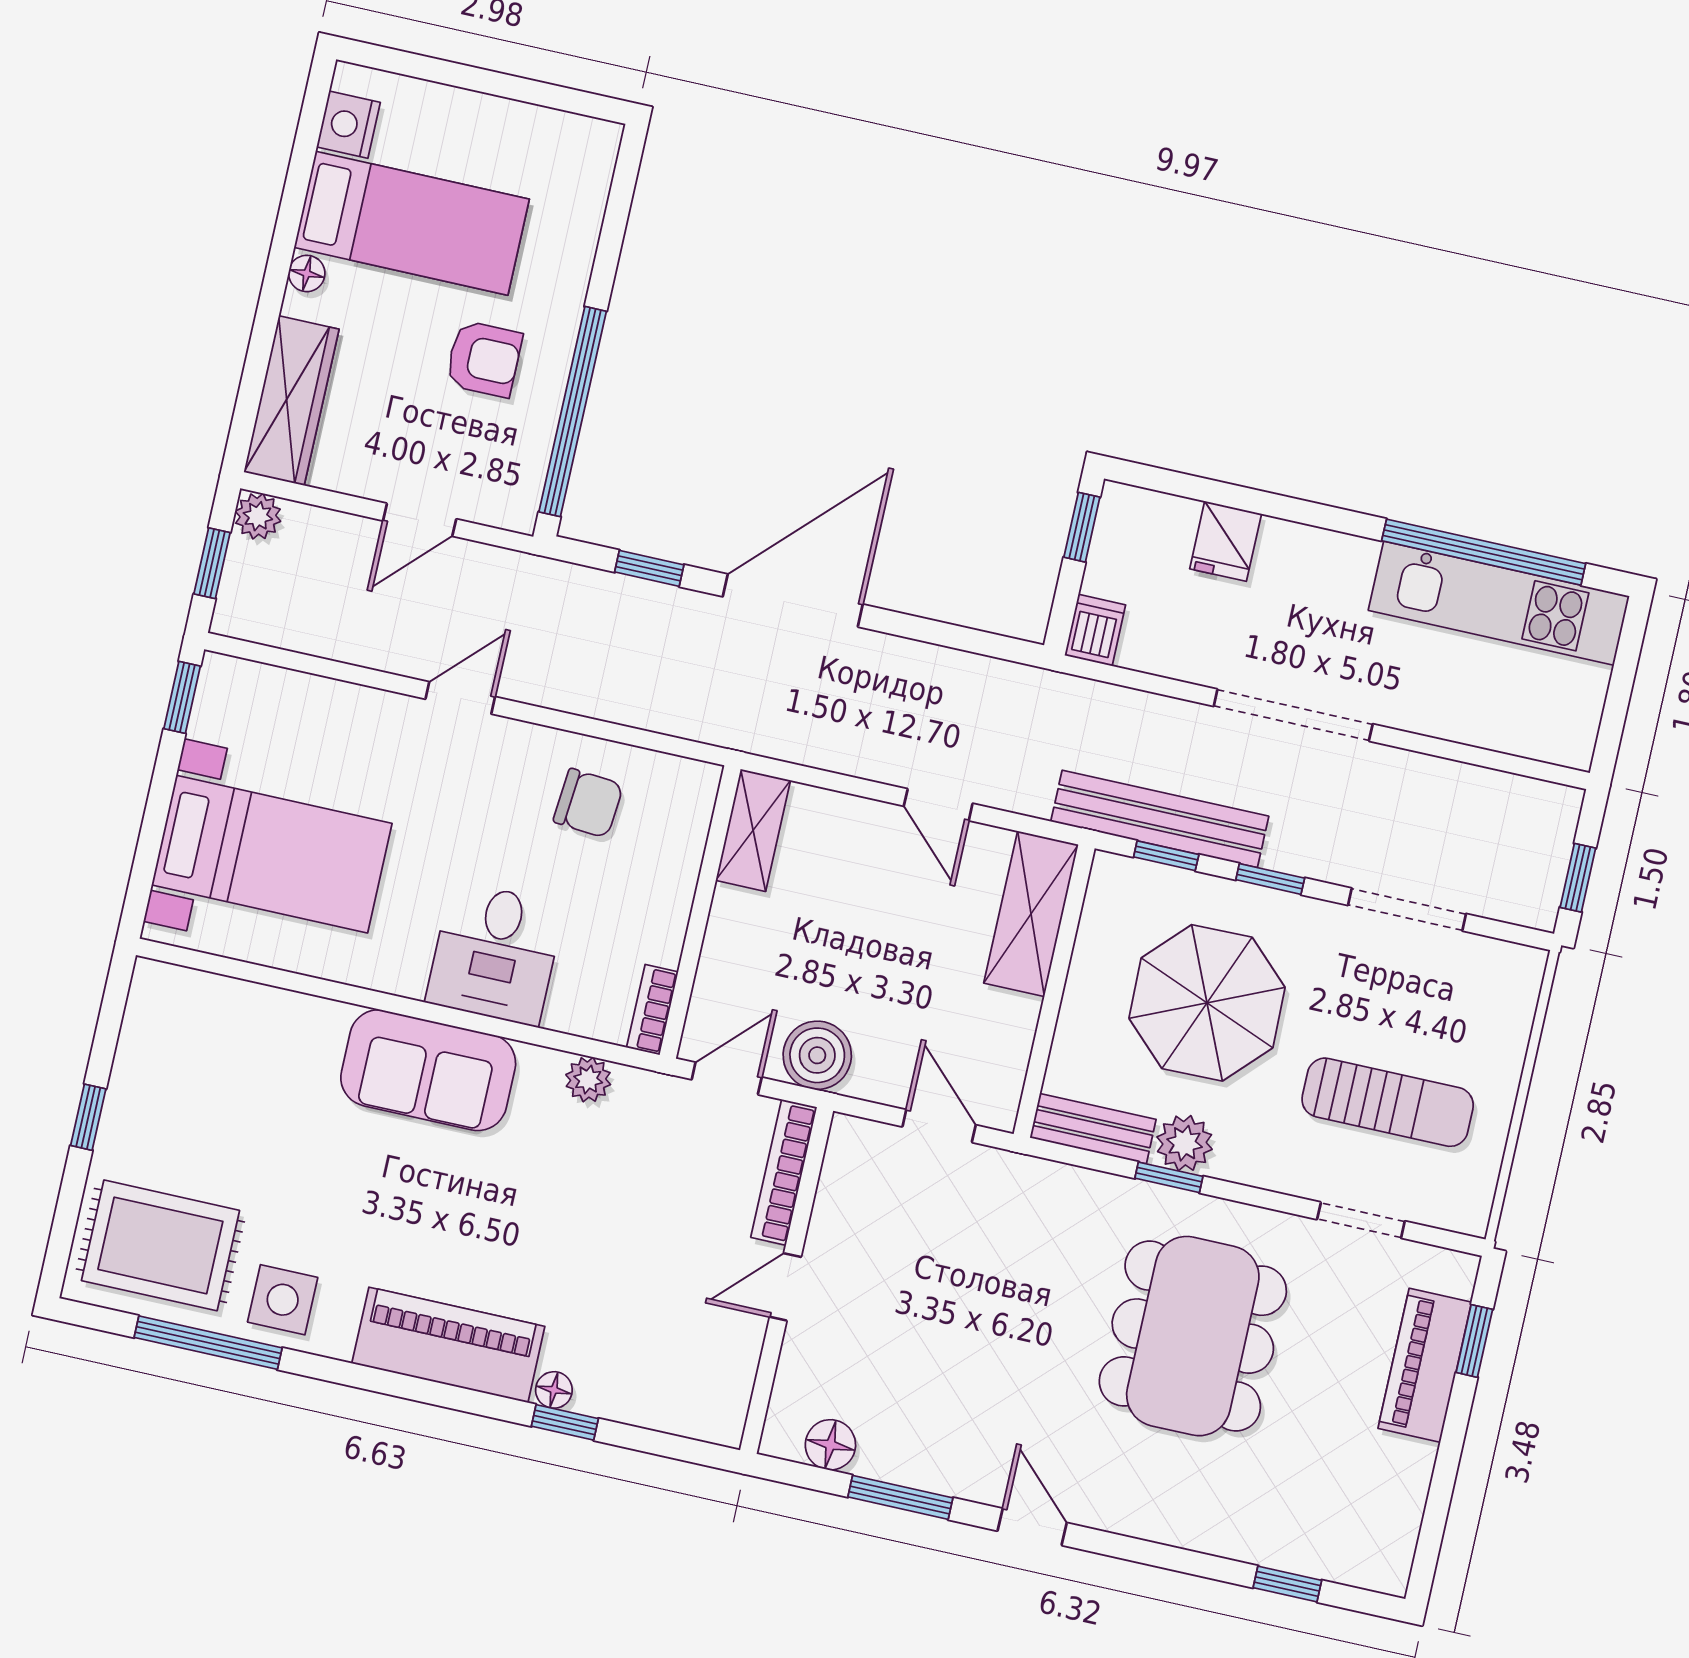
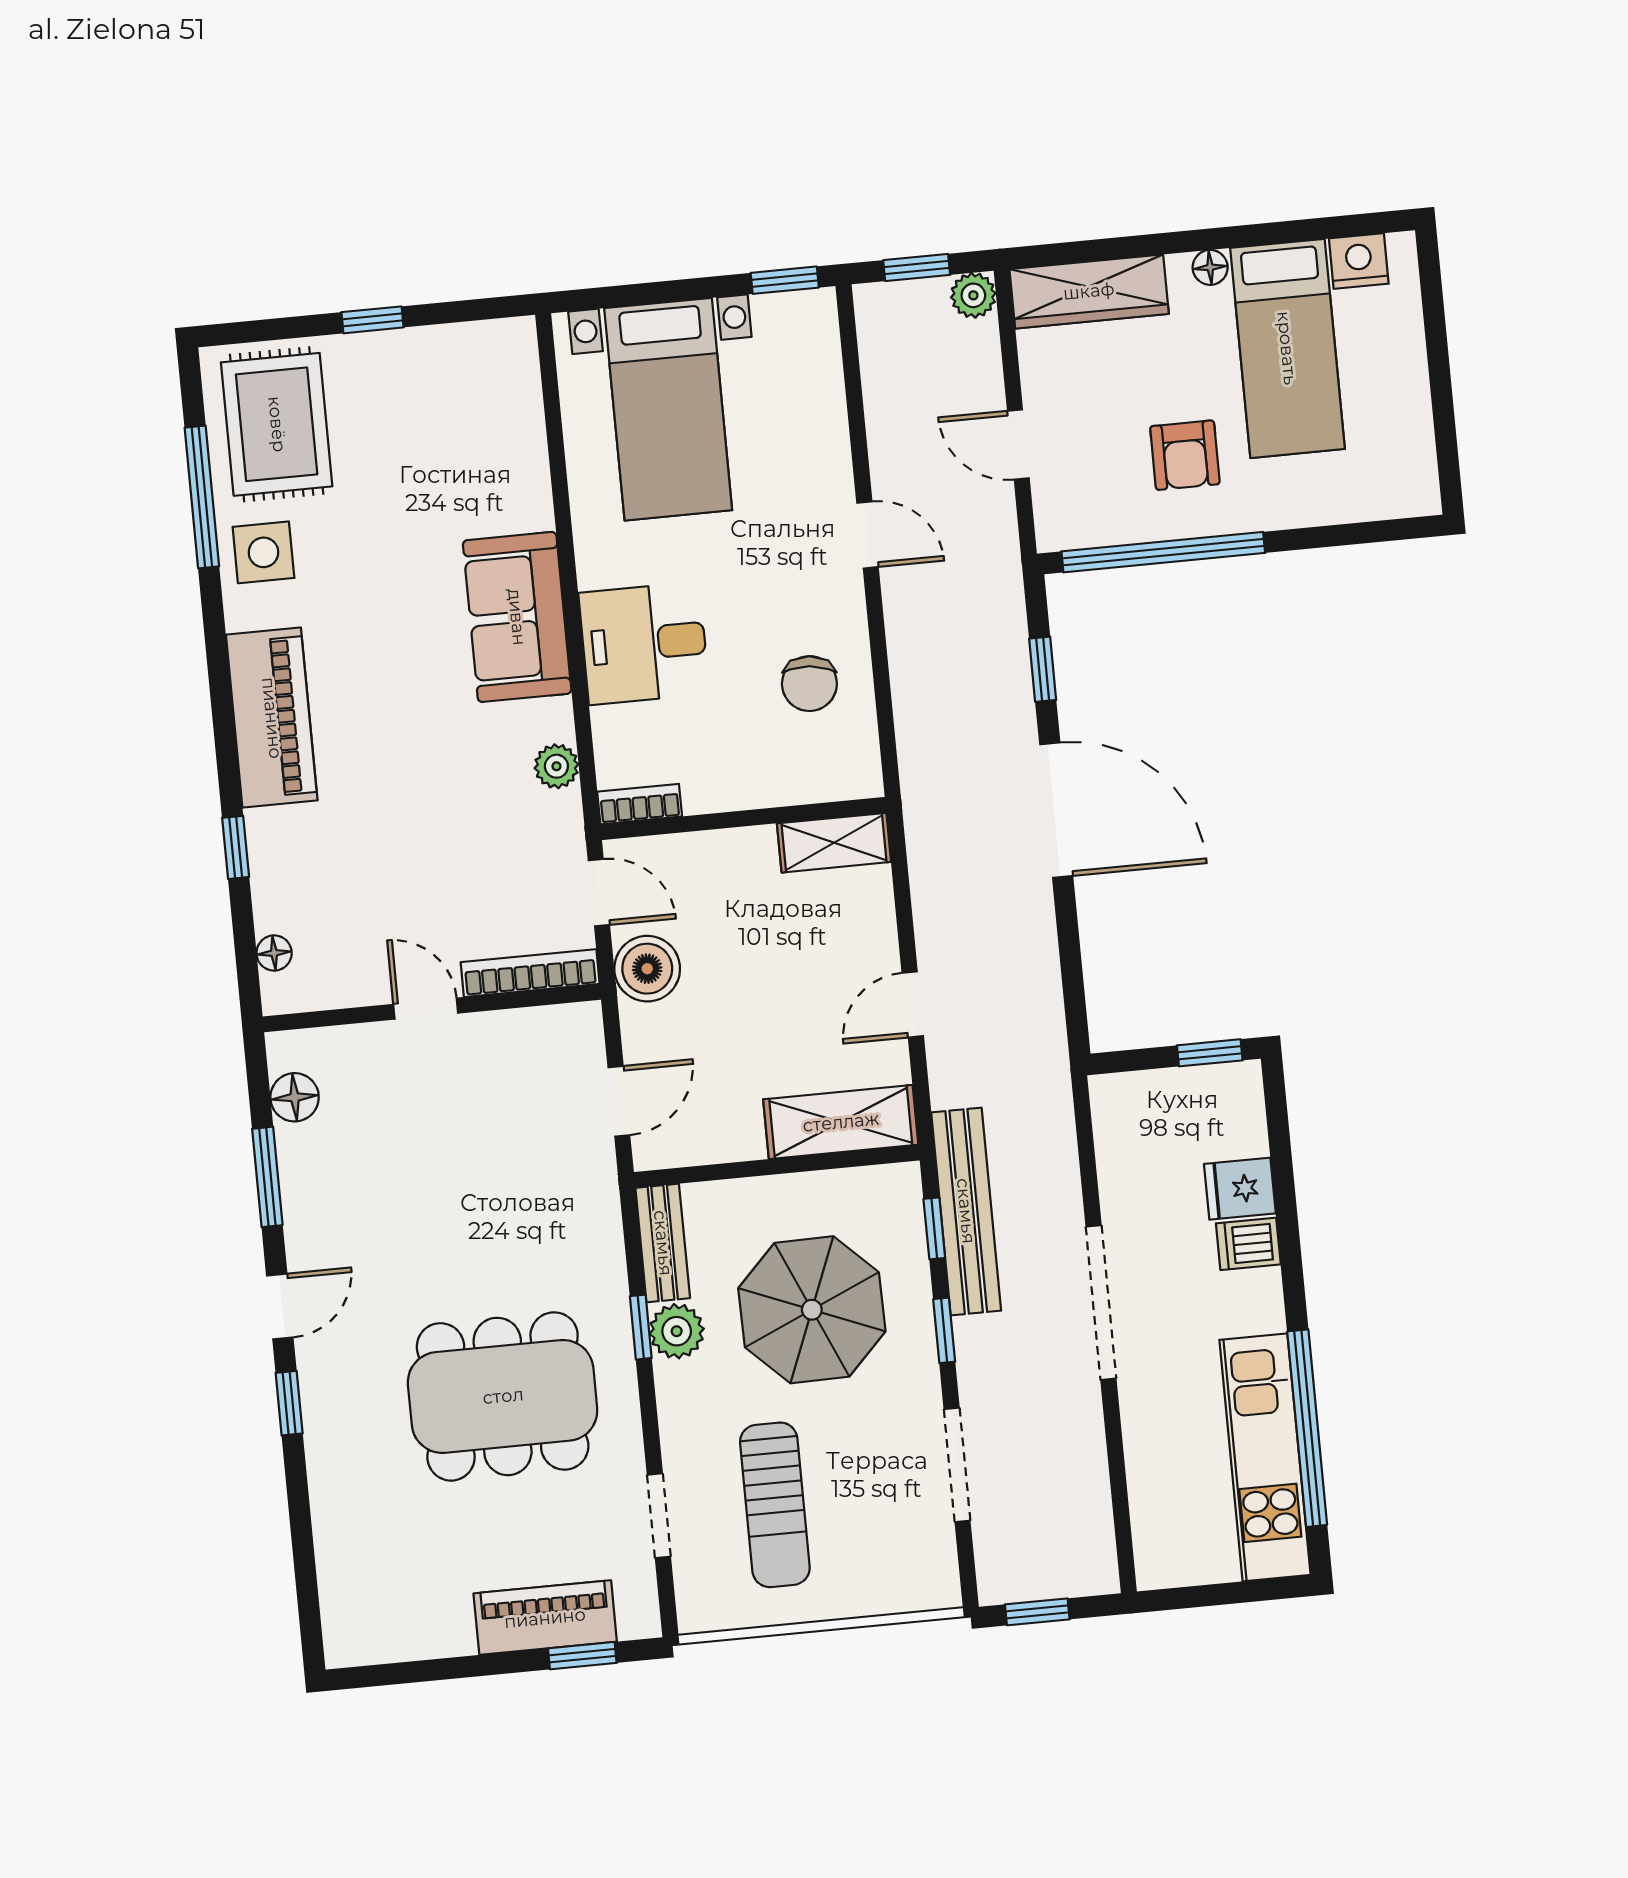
dishwasher: (1095, 630) -> (1248, 1244), moved, turned 180
floor lamp: (554, 1390) -> (274, 953), moved
window: (1287, 1584) -> (289, 1403), moved

